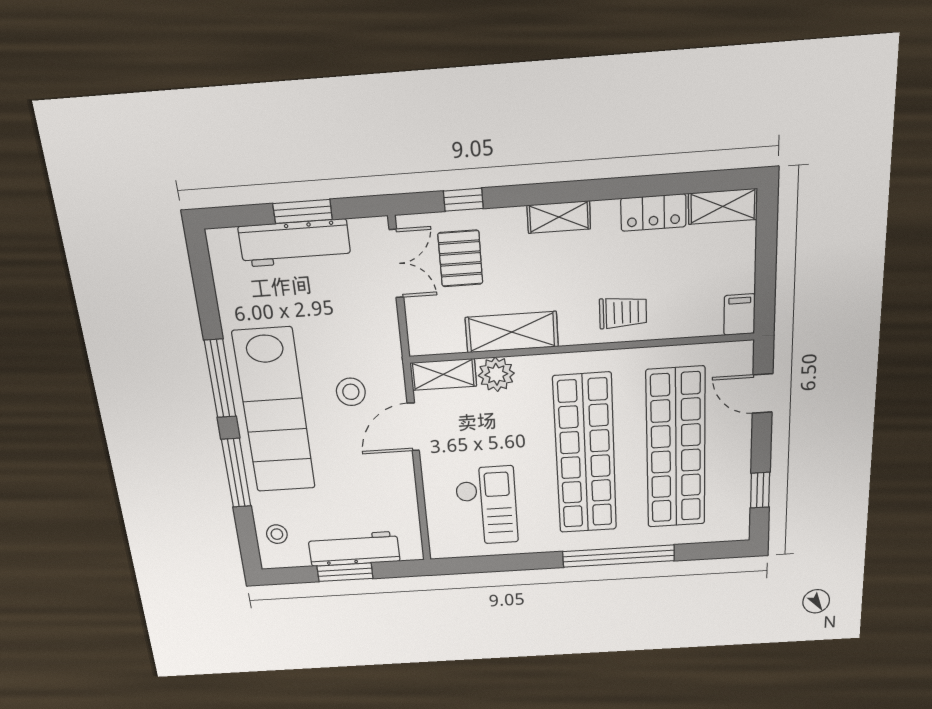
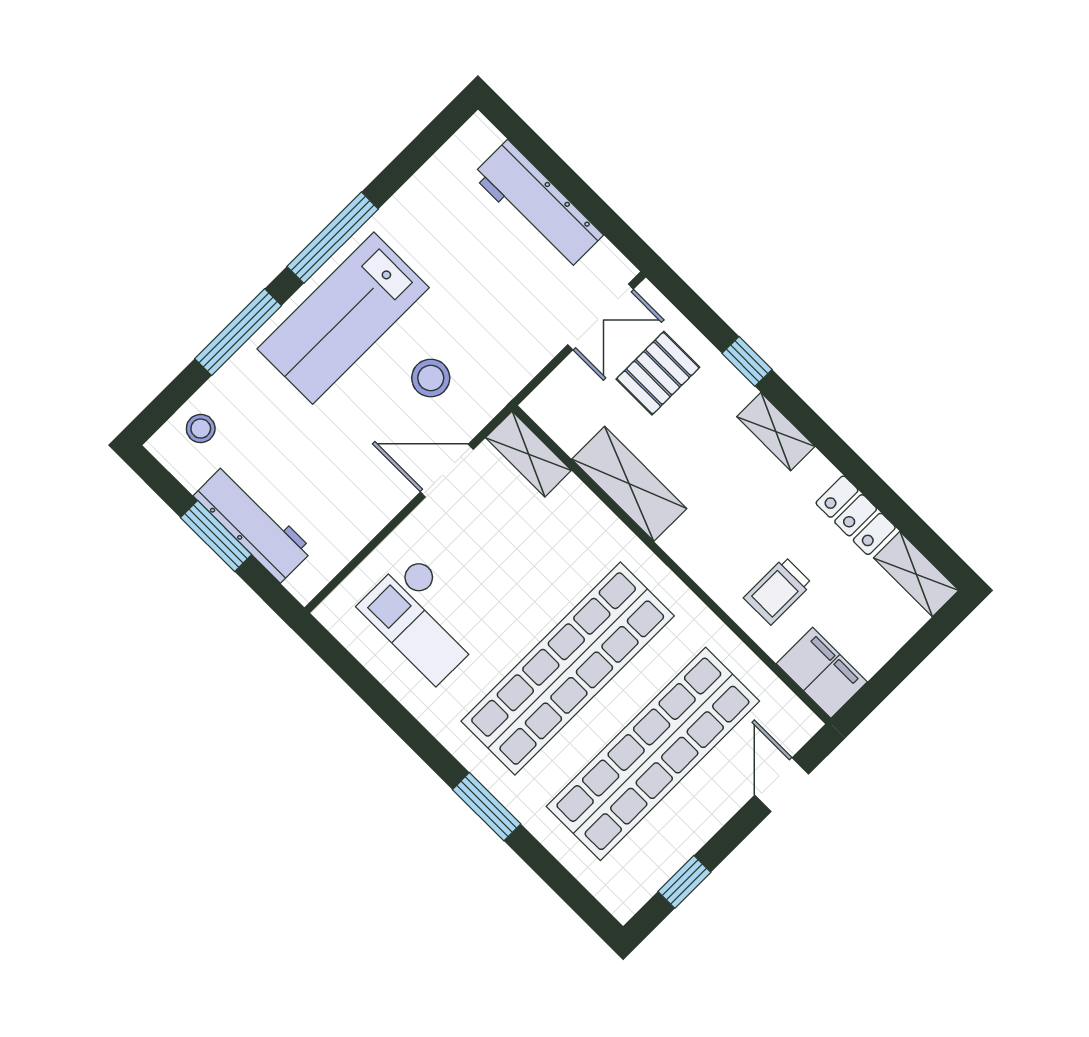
window: (463, 200) -> (747, 361), moved
window: (303, 212) -> (575, 189), removed
trolley: (623, 313) -> (778, 591), moved, turned 90
filing cabinet: (739, 315) -> (822, 673), width x2.00
plant: (496, 374) -> (574, 506), removed
lab bench: (274, 411) -> (343, 318), width x0.73
checkout: (487, 506) -> (424, 619), turned 90
window: (618, 556) -> (487, 807), width x0.47

